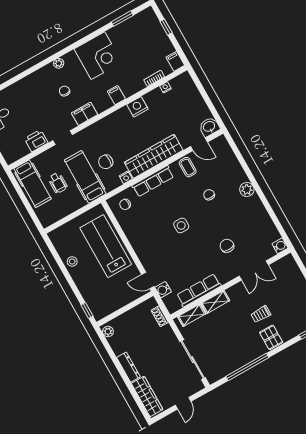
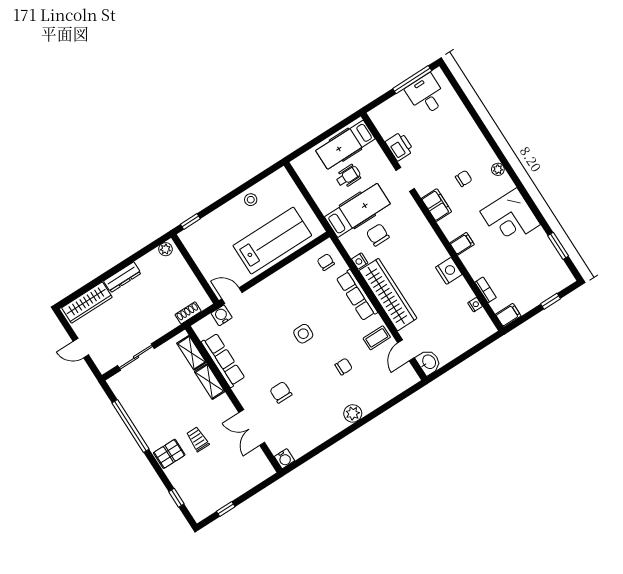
wheelchair: (58, 183) -> (348, 176), turned 180
chair: (227, 246) -> (281, 392), turned -90
door: (148, 281) -> (232, 296), hinge flipped
sliding door: (193, 360) -> (136, 357), width x0.73

